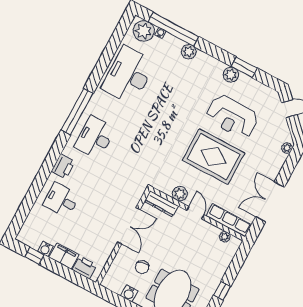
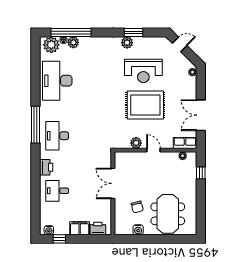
plant: (189, 52) -> (73, 42), moved
dresser: (161, 204) -> (127, 157), removed
row of seats: (229, 220) -> (185, 143), width x0.68
double door: (129, 226) -> (113, 183), swing flipped
water cooler: (45, 249) -> (49, 230), moved
window: (222, 291) -> (201, 173), moved

